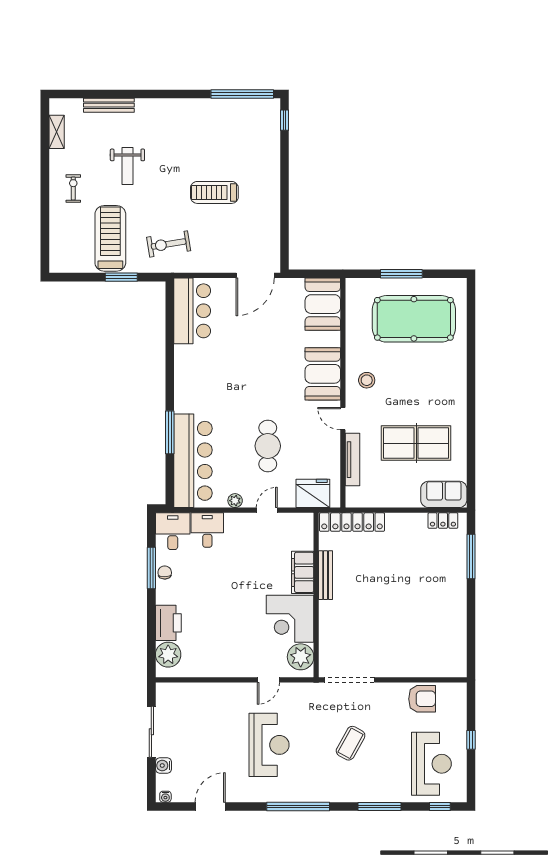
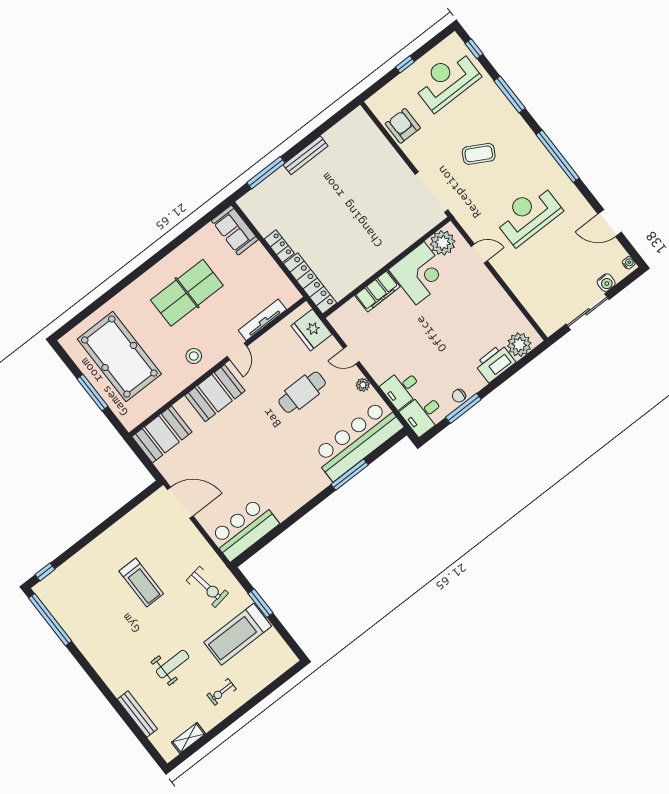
table tennis table: (416, 443) -> (187, 293), moved, turned 90
locker: (443, 521) -> (279, 246), moved
bench: (326, 575) -> (306, 155), moved

